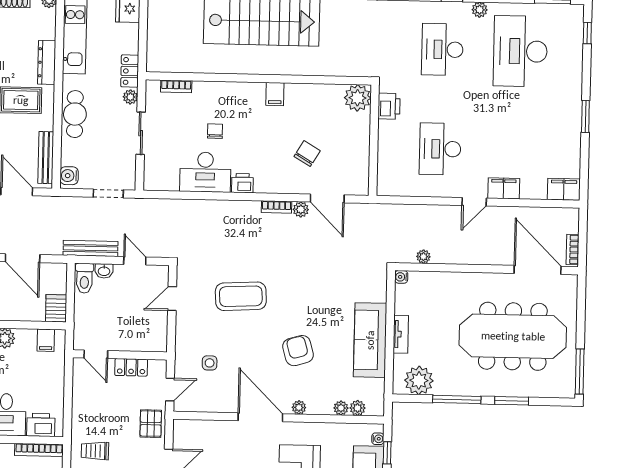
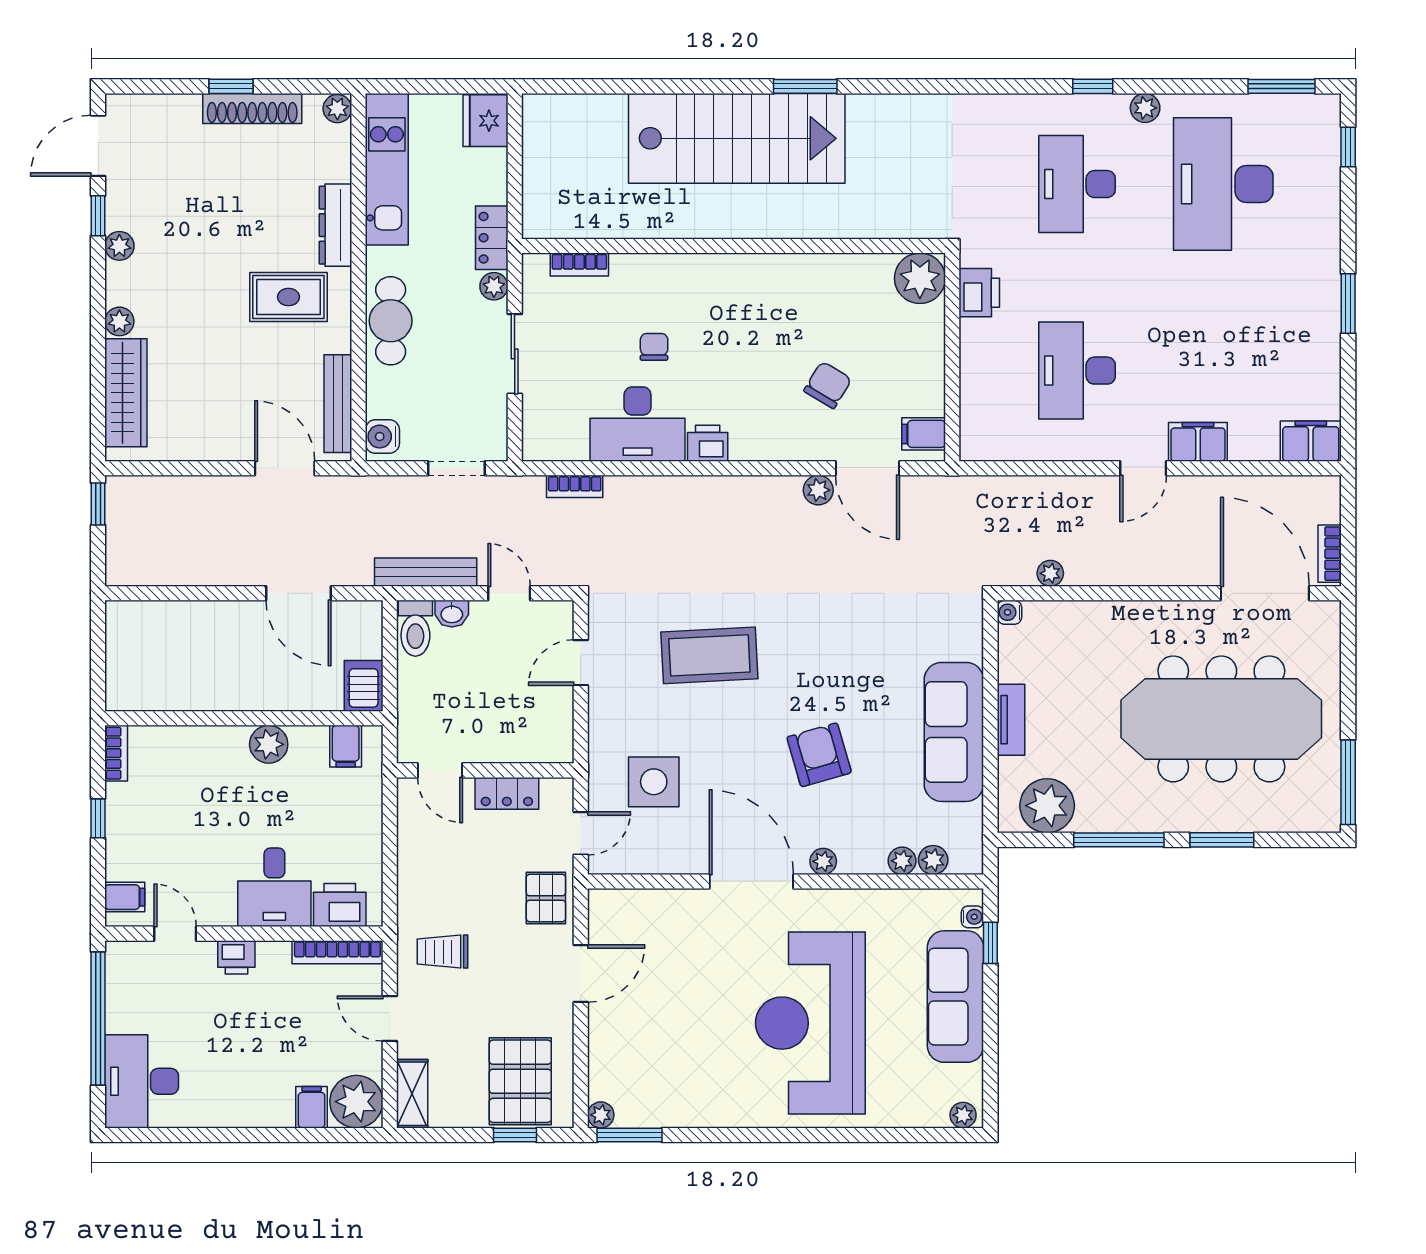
filing cabinet: (275, 94) -> (924, 434), moved, turned 90
bookcase: (276, 207) -> (575, 486), moved
side table: (210, 363) -> (654, 782), width x1.87, depth x1.87

